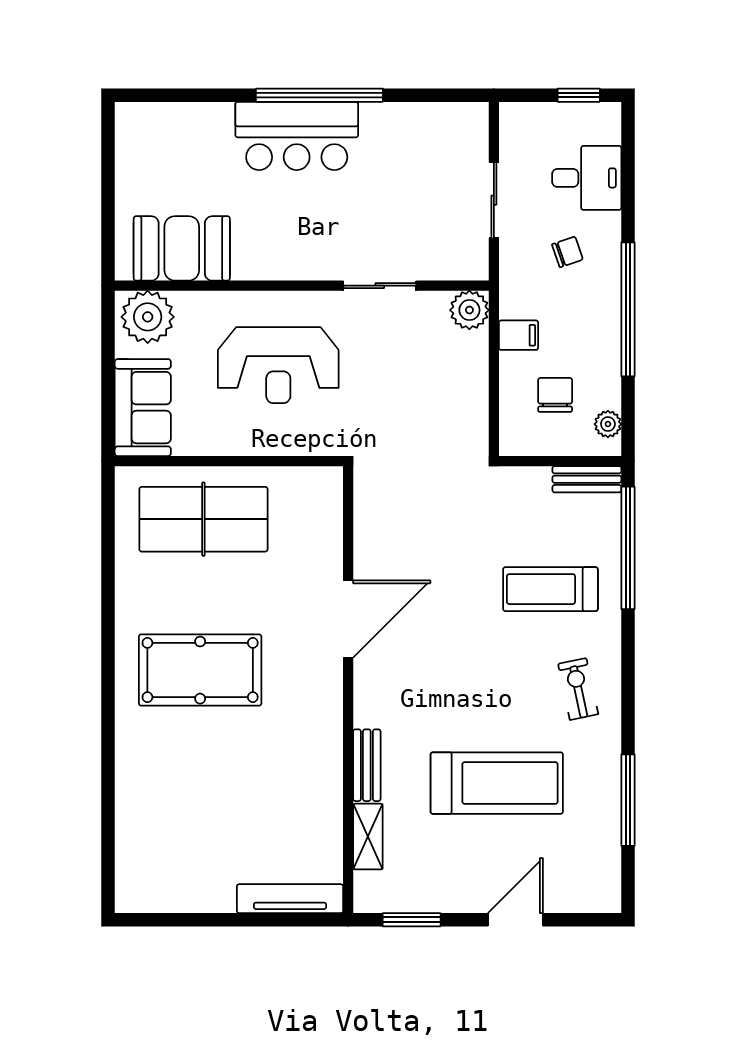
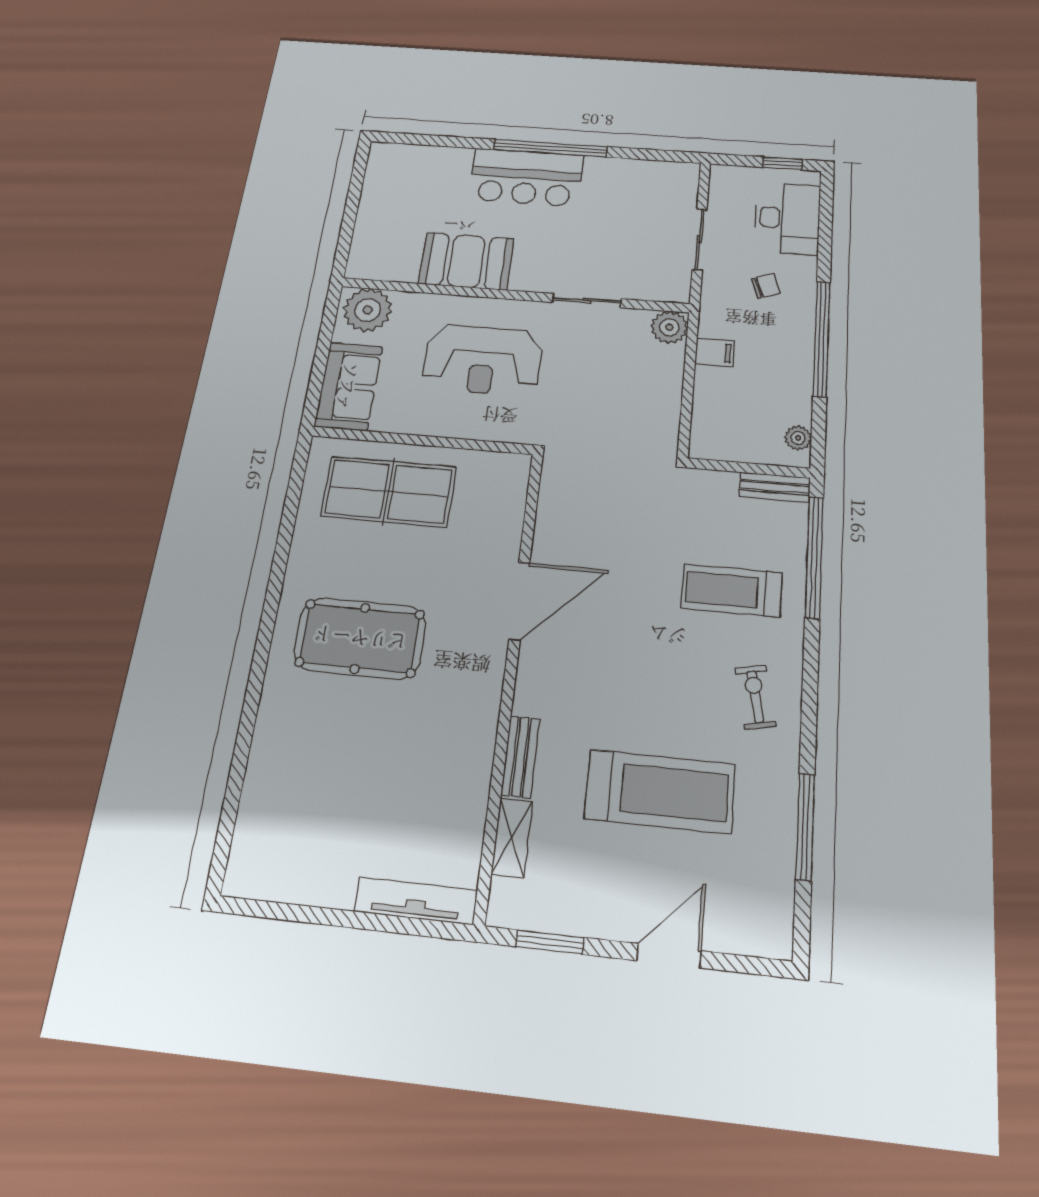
desk: (587, 178) -> (787, 218), width x1.37
booth: (182, 248) -> (466, 261), moved
chair: (555, 395) -> (747, 407), removed

